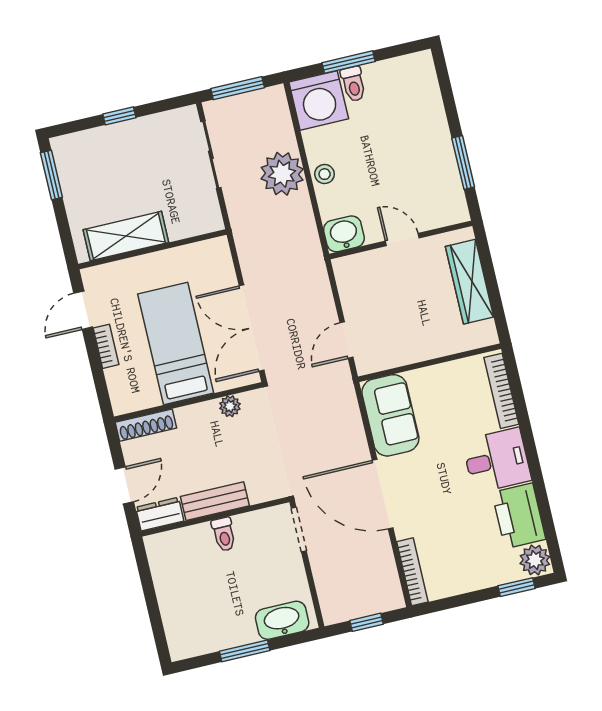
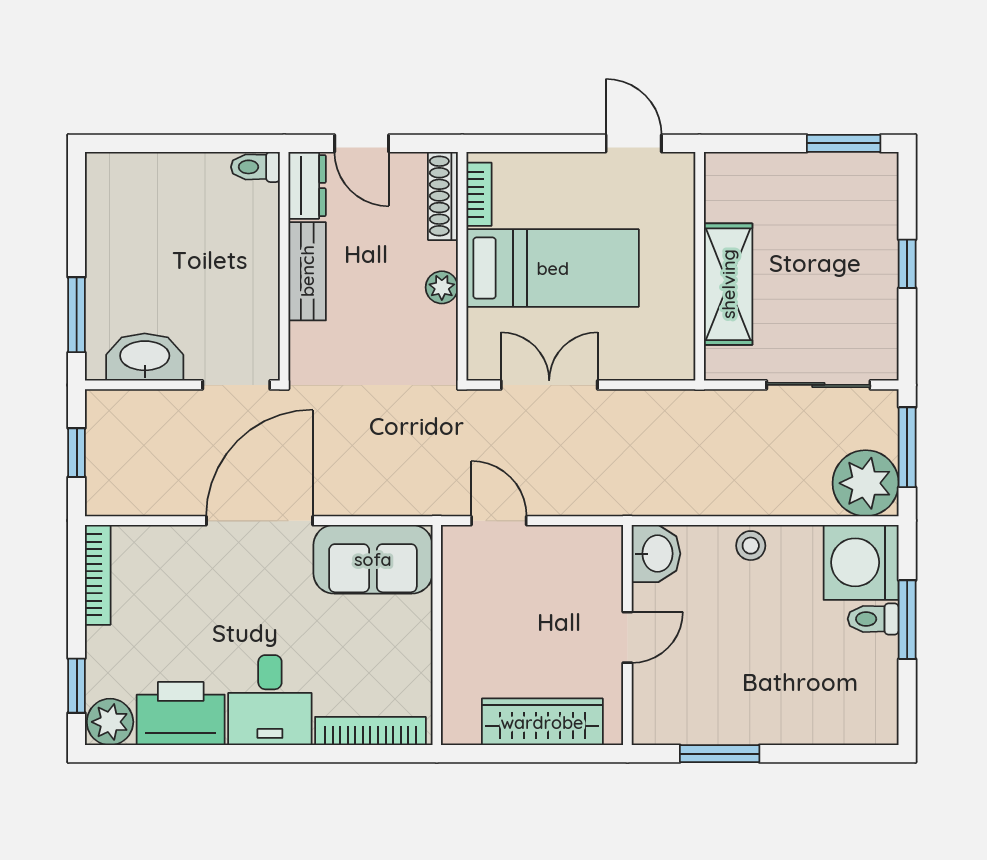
plant: (282, 174) -> (866, 483), moved
shelving: (126, 236) -> (728, 284), moved
double door: (252, 328) -> (549, 385), width x0.73
bookcase: (106, 346) -> (479, 194), moved, turned -90
plant: (230, 406) -> (442, 287), moved
toilet: (224, 534) -> (255, 167), moved
bookcase: (412, 572) -> (98, 575), moved, turned -90
washbasin: (282, 620) -> (145, 357), moved, turned -90
window: (245, 651) -> (77, 315), moved

